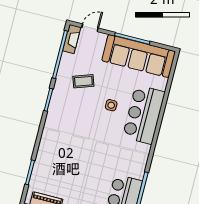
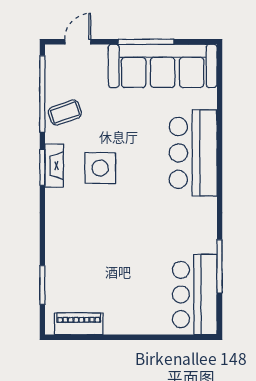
fireplace: (72, 39) -> (54, 166), moved
coffee table: (83, 81) -> (65, 113), moved
side table: (111, 105) -> (100, 168), moved, width x1.87, depth x1.87

